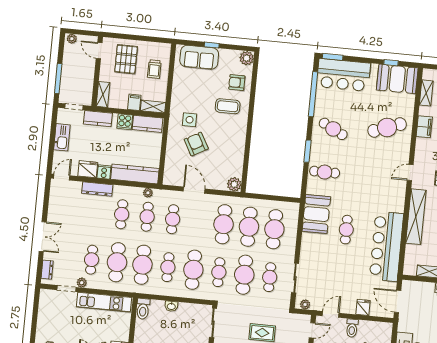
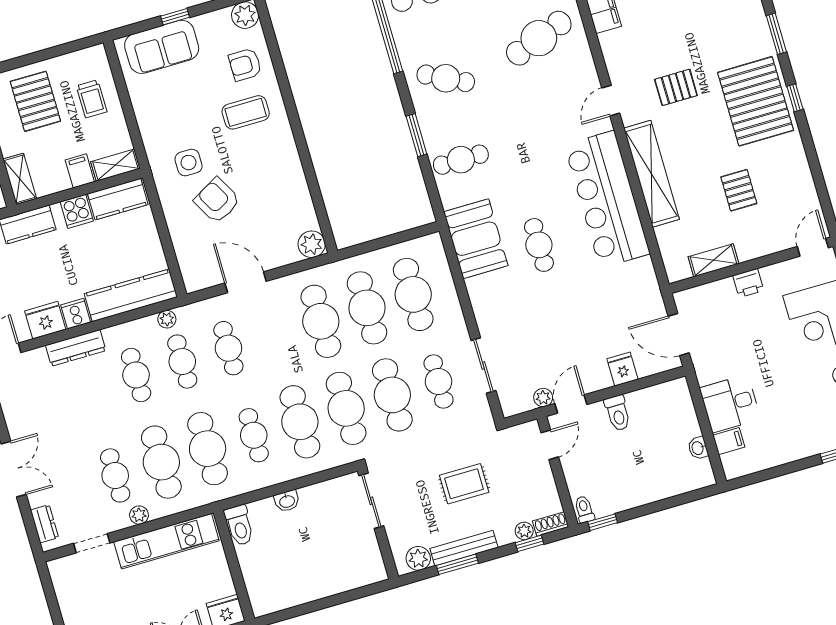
bar counter: (386, 246) -> (607, 199), moved
cafe table: (219, 272) -> (346, 408), width x1.37, depth x1.35
plant: (82, 283) -> (139, 515), moved
plant: (305, 304) -> (543, 398), moved

